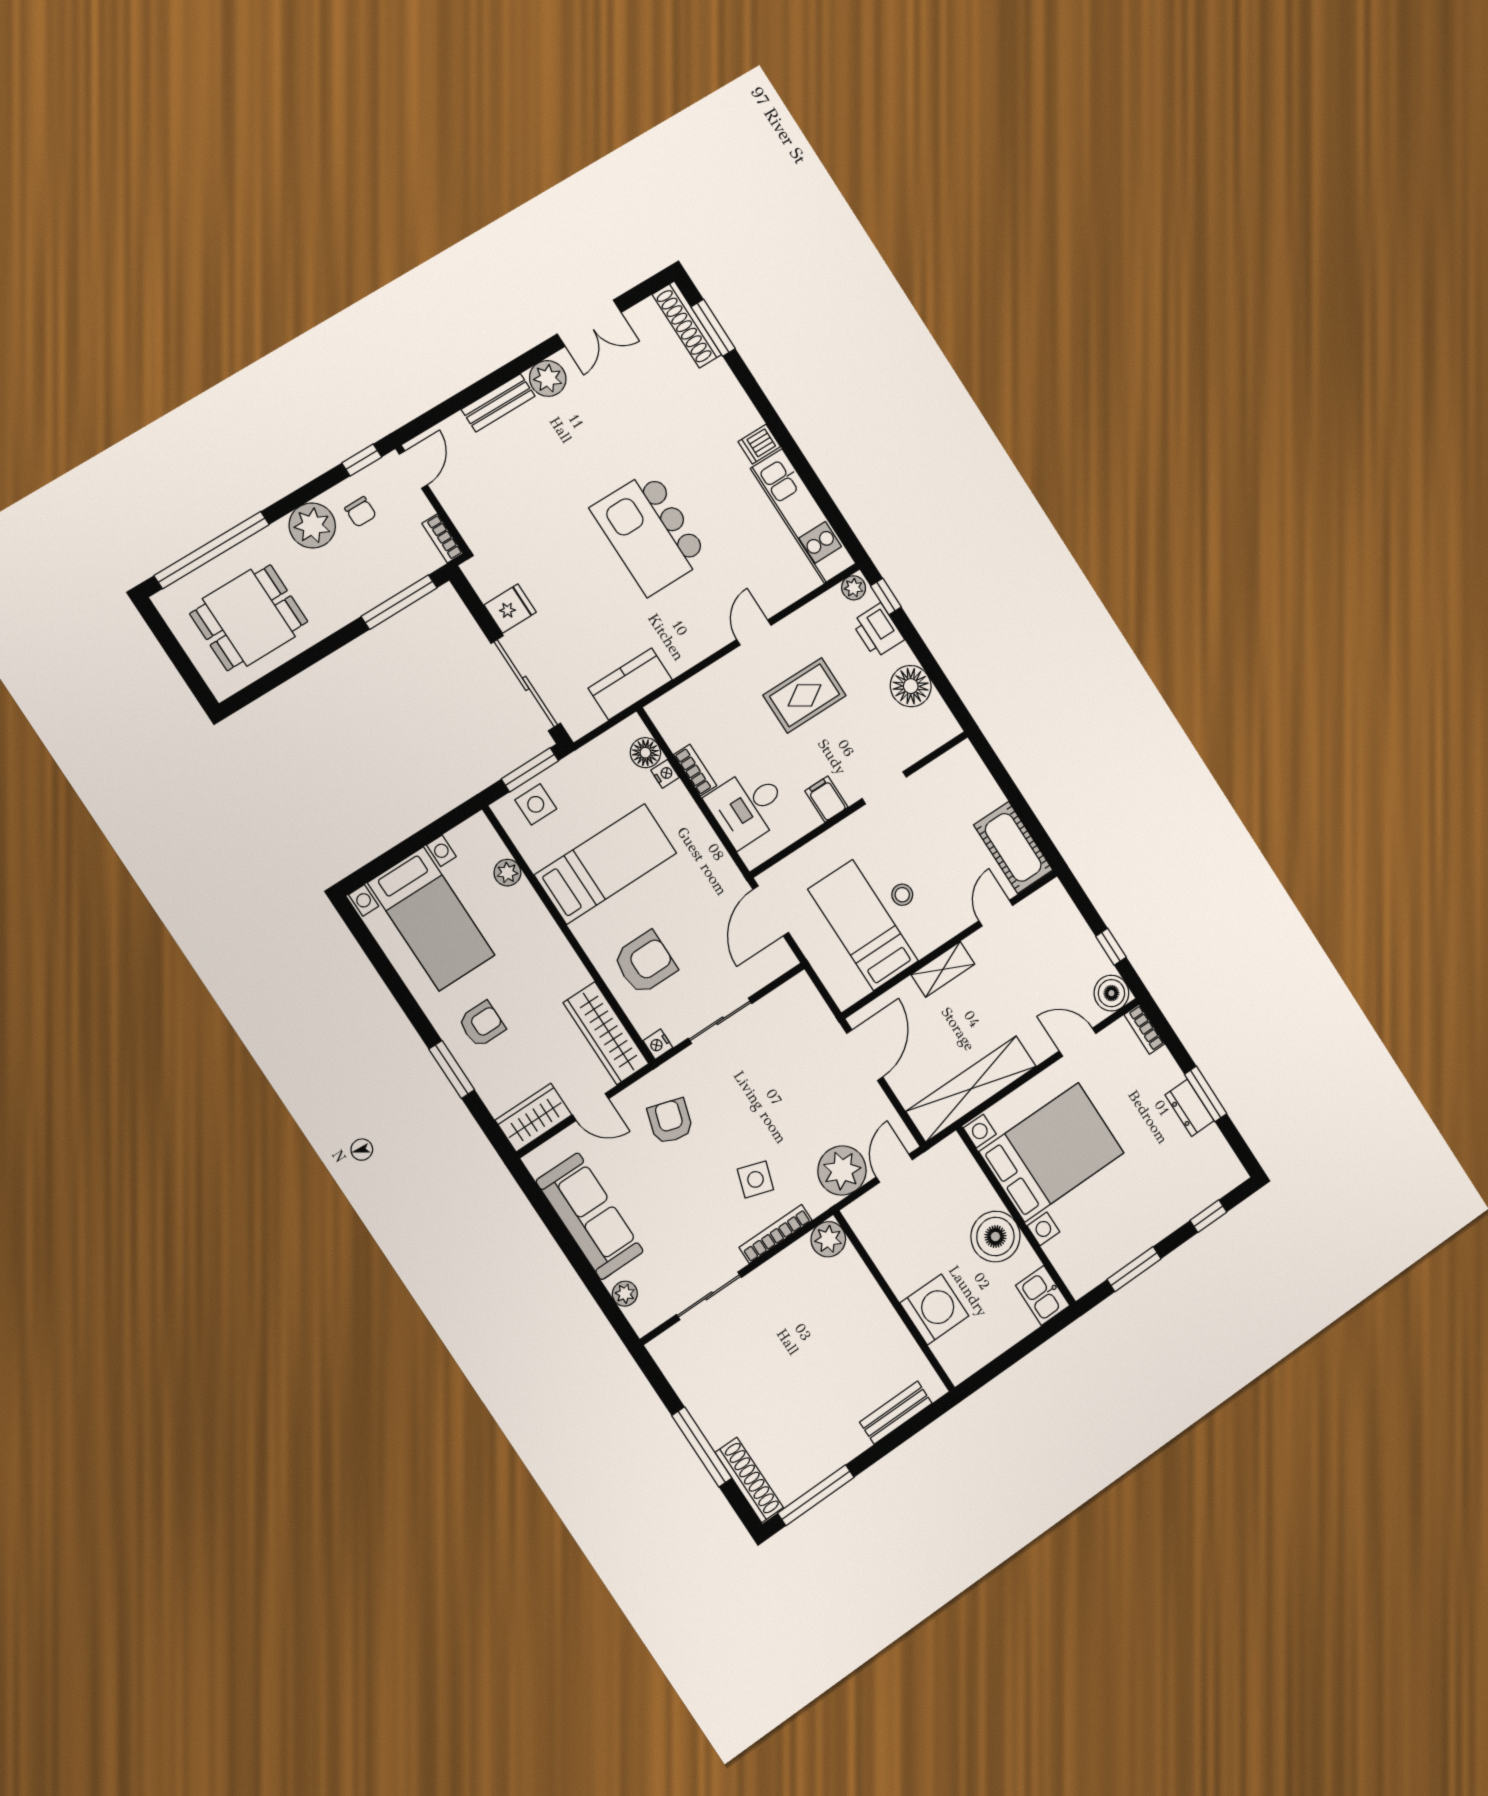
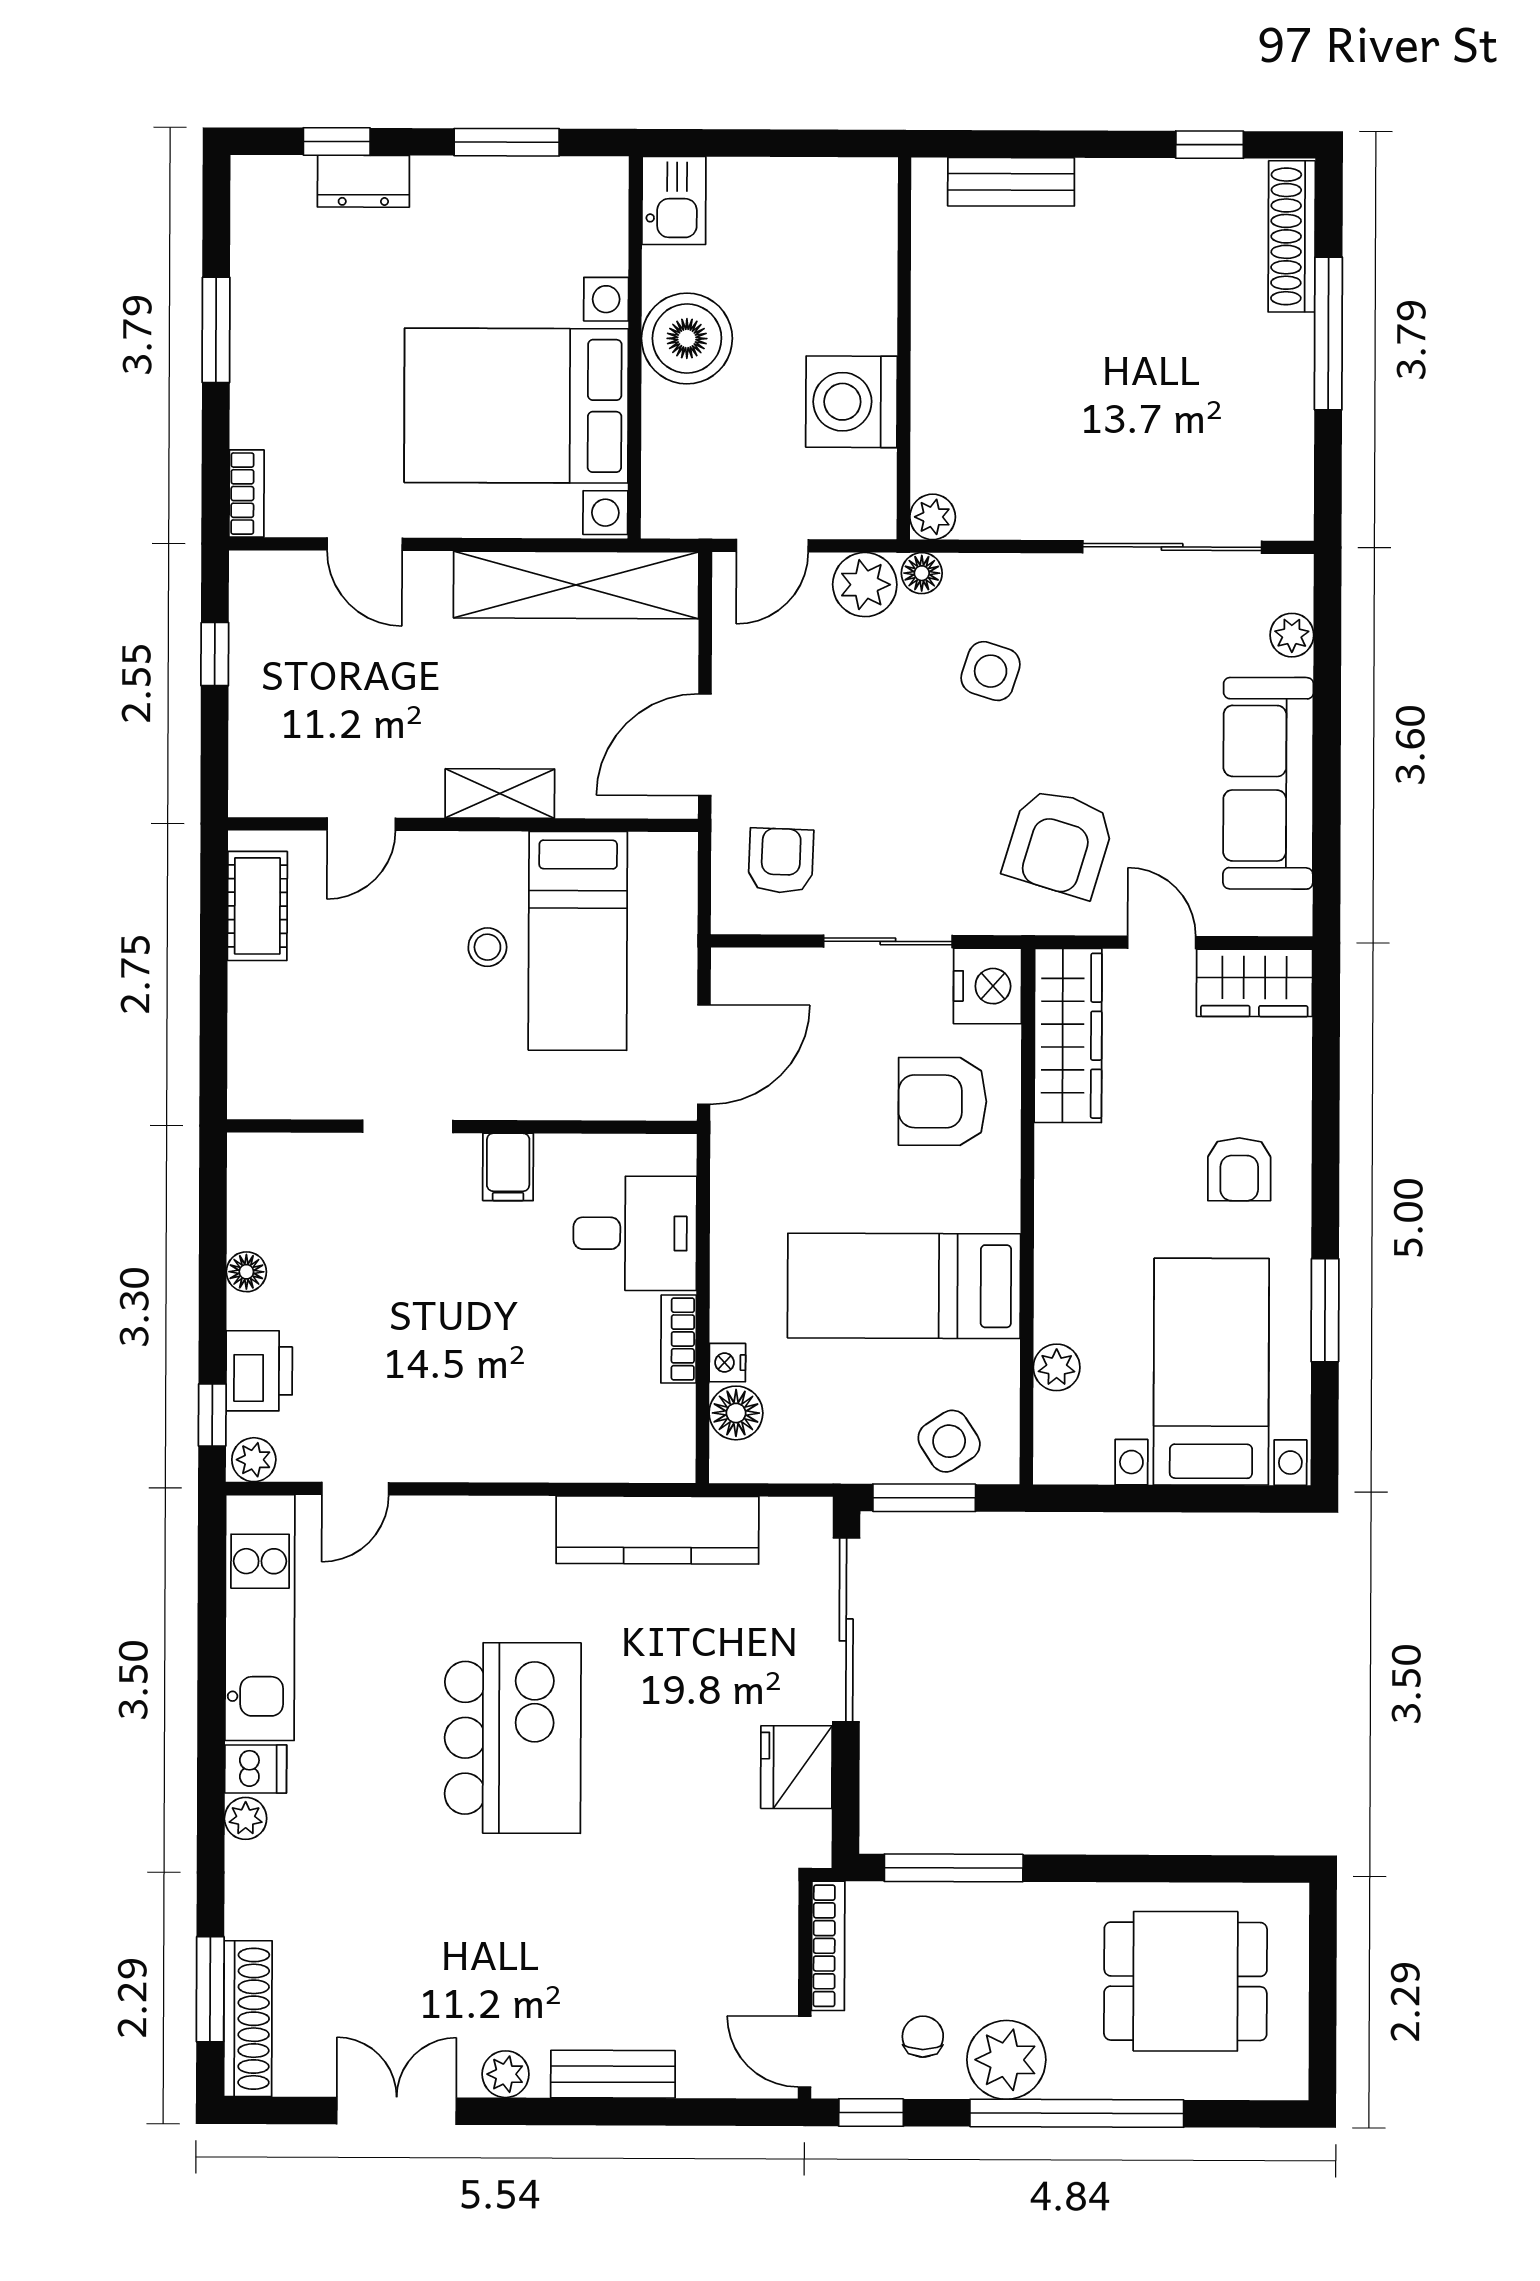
plant: (548, 378) -> (506, 2074), width x0.73, depth x0.73
plant: (749, 418) -> (246, 1818), added
door: (413, 470) -> (805, 2052), hinge flipped
bookcase: (442, 538) -> (828, 1946), width x1.56
window: (212, 550) -> (1077, 2113), moved
fridge: (510, 609) -> (796, 1767), width x1.38
door: (754, 632) -> (355, 1489), moved
kitchen counter: (630, 684) -> (657, 1530), width x1.50
floor lamp: (911, 686) -> (246, 1272), width x0.53, depth x0.53
rug: (805, 695) -> (438, 1345), removed
side table: (536, 804) -> (949, 1441), turned -33
cot: (1013, 847) -> (257, 906), width x0.73, depth x0.75
boiler: (1111, 993) -> (262, 583), removed
armchair: (482, 1024) -> (1239, 1169), turned -90
armchair: (794, 1025) -> (781, 861), added
nightstand: (658, 1044) -> (988, 986), width x1.89, depth x1.79
window: (452, 1070) -> (1325, 1310), moved
dresser: (1190, 1108) -> (363, 181), moved, turned 90
armchair: (670, 1121) -> (1059, 843), width x1.38, depth x1.38
plant: (842, 1170) -> (865, 585), width x0.73, depth x0.73
floor lamp: (817, 1203) -> (922, 573), added
bookcase: (776, 1234) -> (1014, 570), removed
plant: (828, 1239) -> (933, 517), width x0.73, depth x0.73
sliding door: (709, 1296) -> (1172, 547), width x1.37
washing machine: (934, 1309) -> (852, 402), moved
window: (816, 1495) -> (1210, 145), width x0.46

